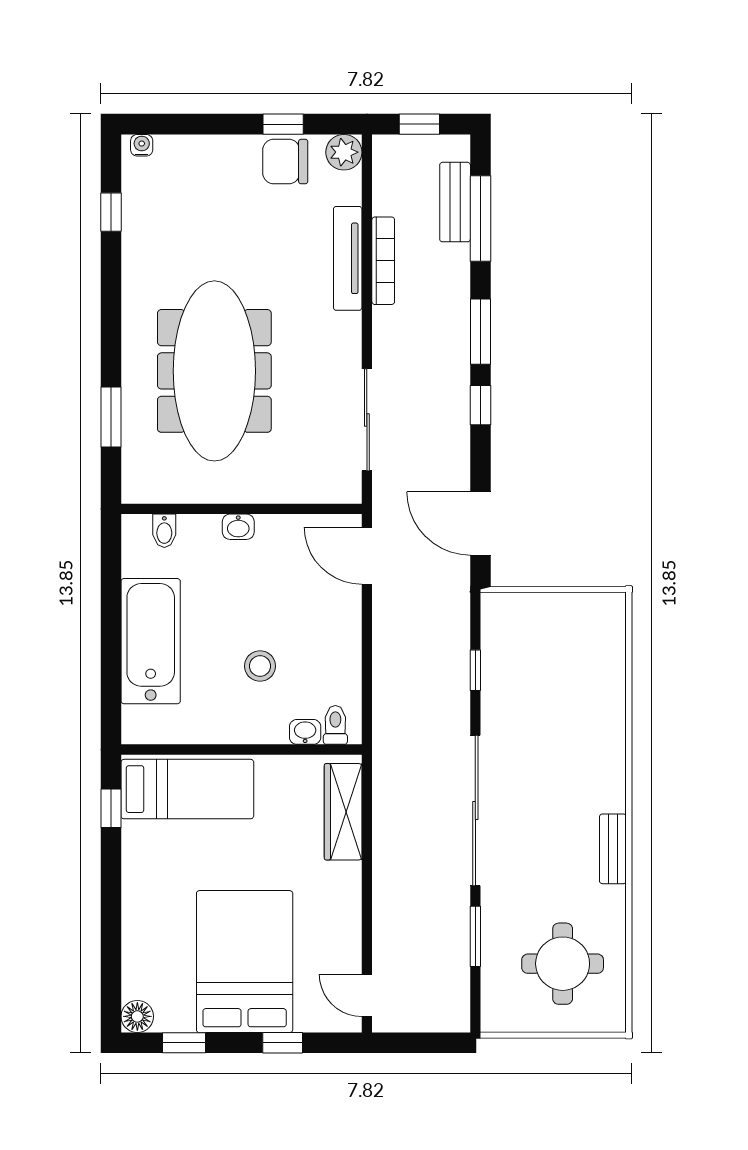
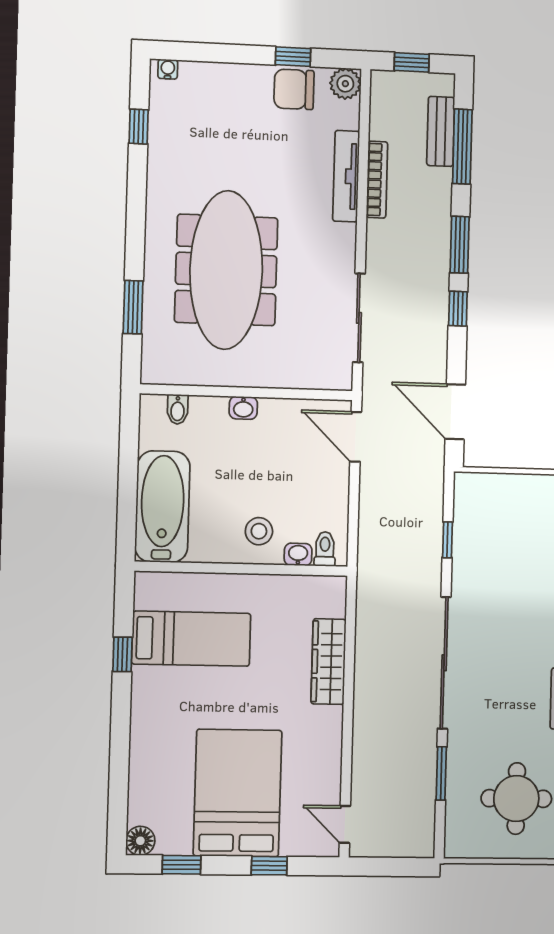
toilet: (335, 725) -> (325, 549), moved
washbasin: (305, 732) -> (298, 554), moved
wall: (241, 750) -> (241, 569), moved

